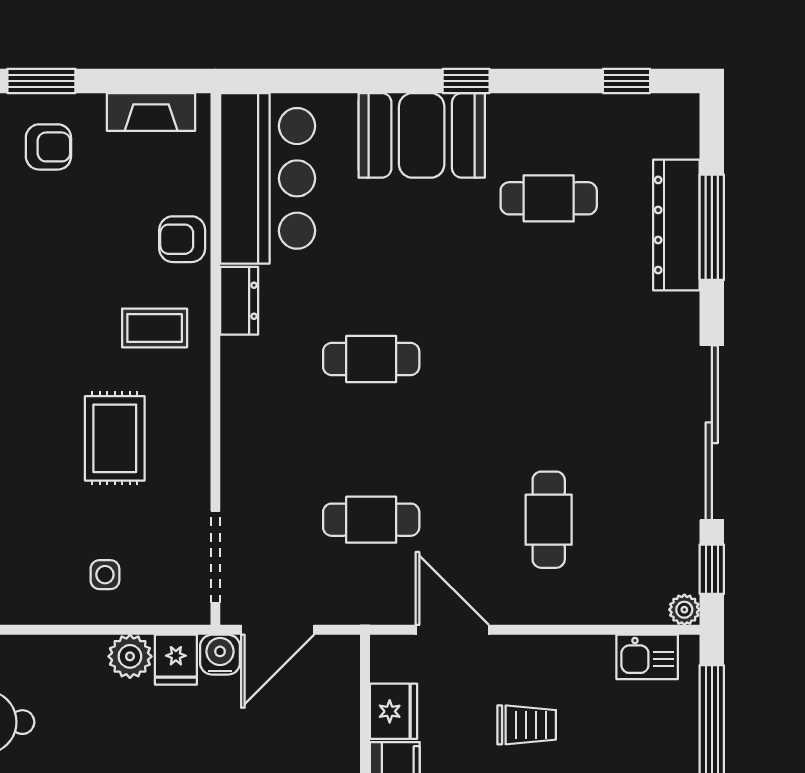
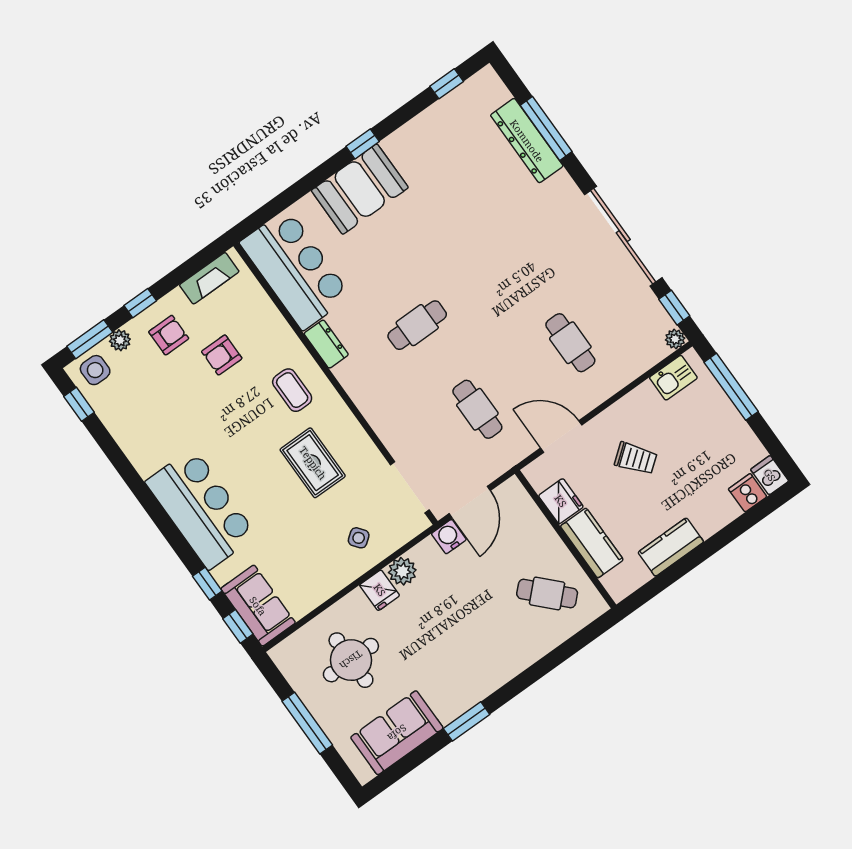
window: (41, 81) -> (140, 303), width x0.67
cafe table: (549, 198) -> (450, 174), removed
armchair: (182, 239) -> (222, 355), moved
coffee table: (155, 328) -> (292, 390), turned 90
cafe table: (371, 520) -> (477, 409), turned 90
side table: (105, 575) -> (359, 538), turned -38
fridge: (176, 660) -> (380, 590), moved
trolley: (527, 725) -> (636, 458), turned 52

